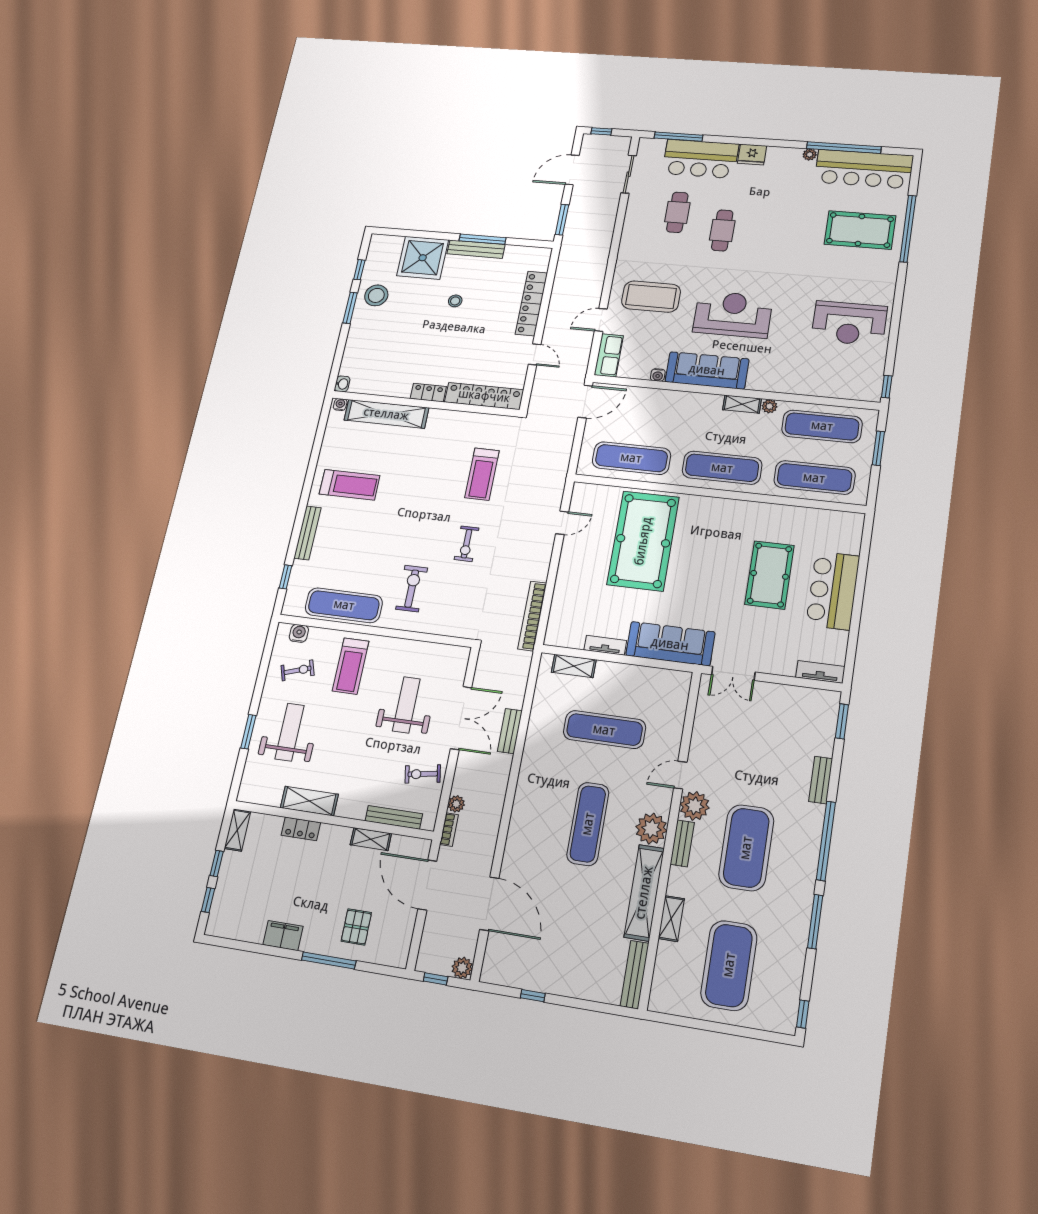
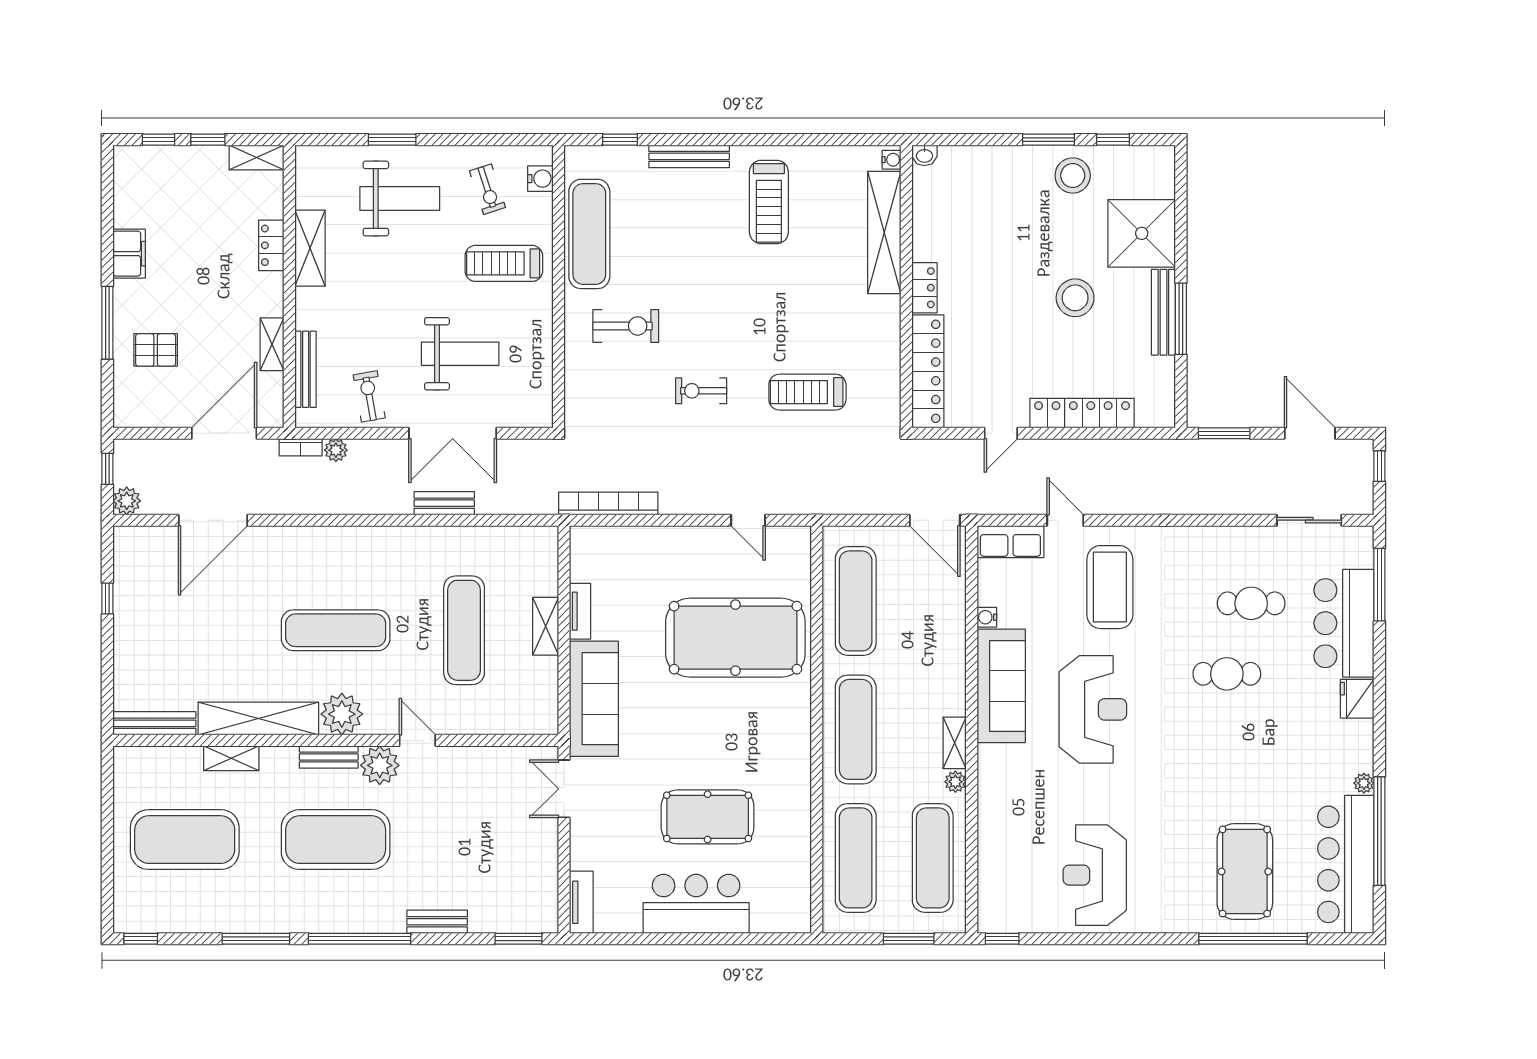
stool: (455, 301) -> (1075, 298), width x1.89, depth x1.89
shelving: (574, 666) -> (546, 626), moved

